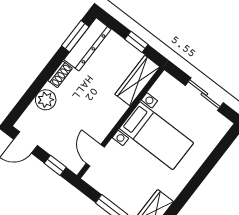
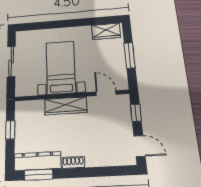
wardrobe: (137, 81) -> (66, 106), moved
plant: (46, 100) -> (99, 157), removed
door: (95, 155) -> (106, 93), swing flipped

